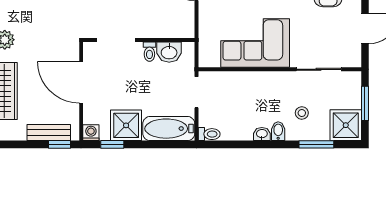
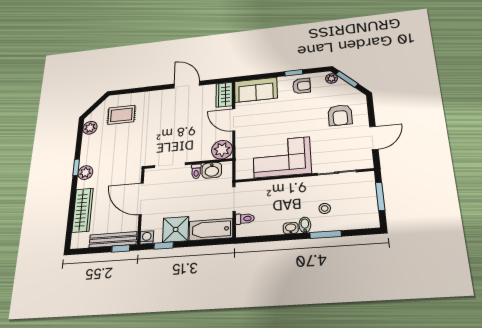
plant: (182, 25) -> (222, 150), added
shower: (346, 125) -> (365, 216), removed
bench: (49, 133) -> (113, 240), width x1.36
toilet: (209, 134) -> (245, 219), moved
window: (316, 144) -> (326, 234), moved

